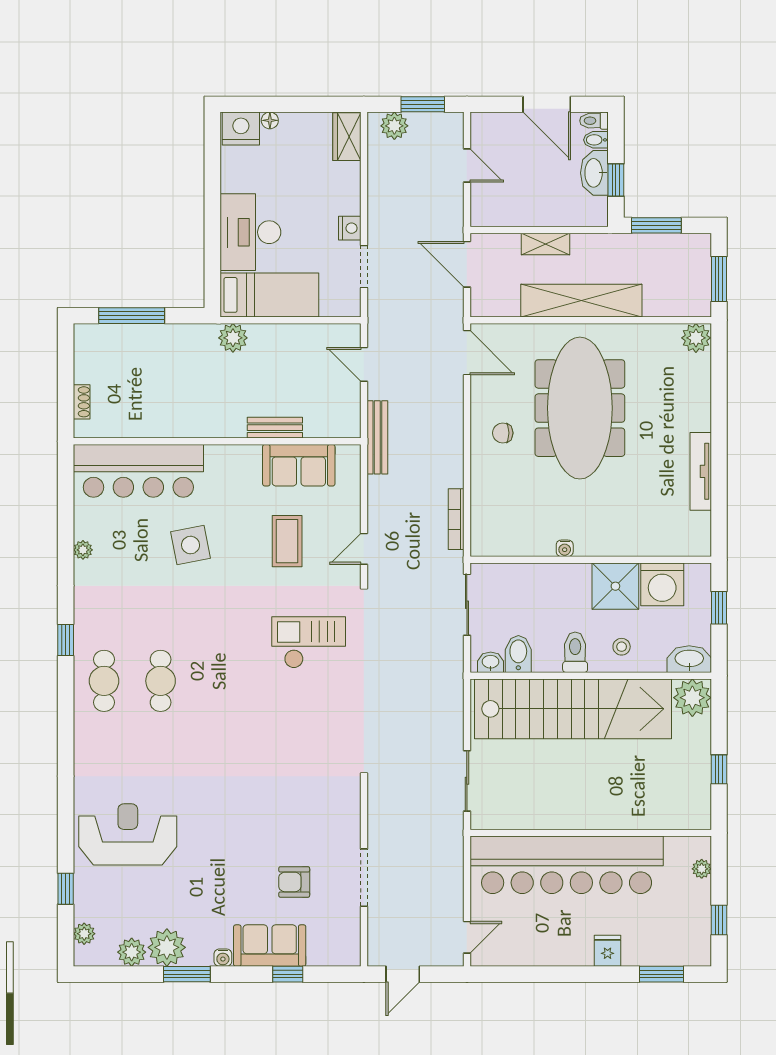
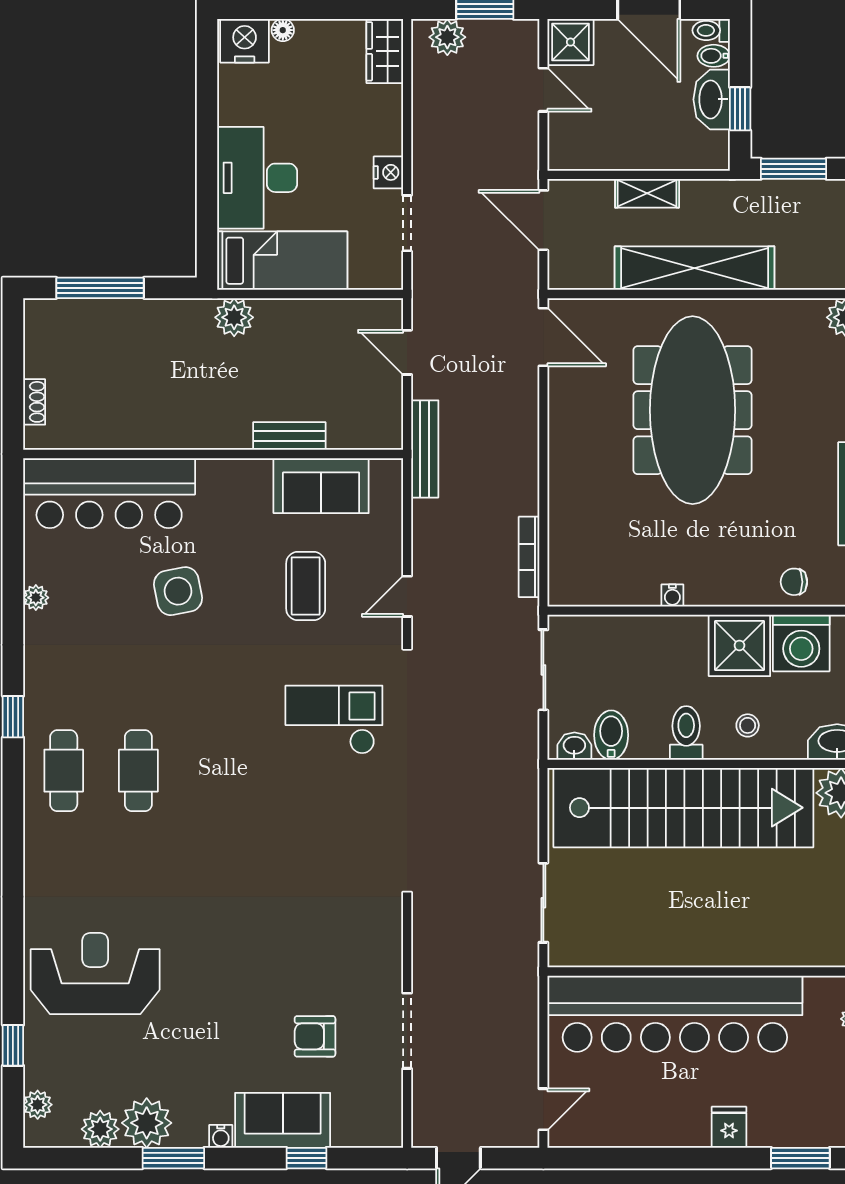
shower: (488, 129) -> (571, 42), added
chair: (503, 433) -> (794, 582), moved

